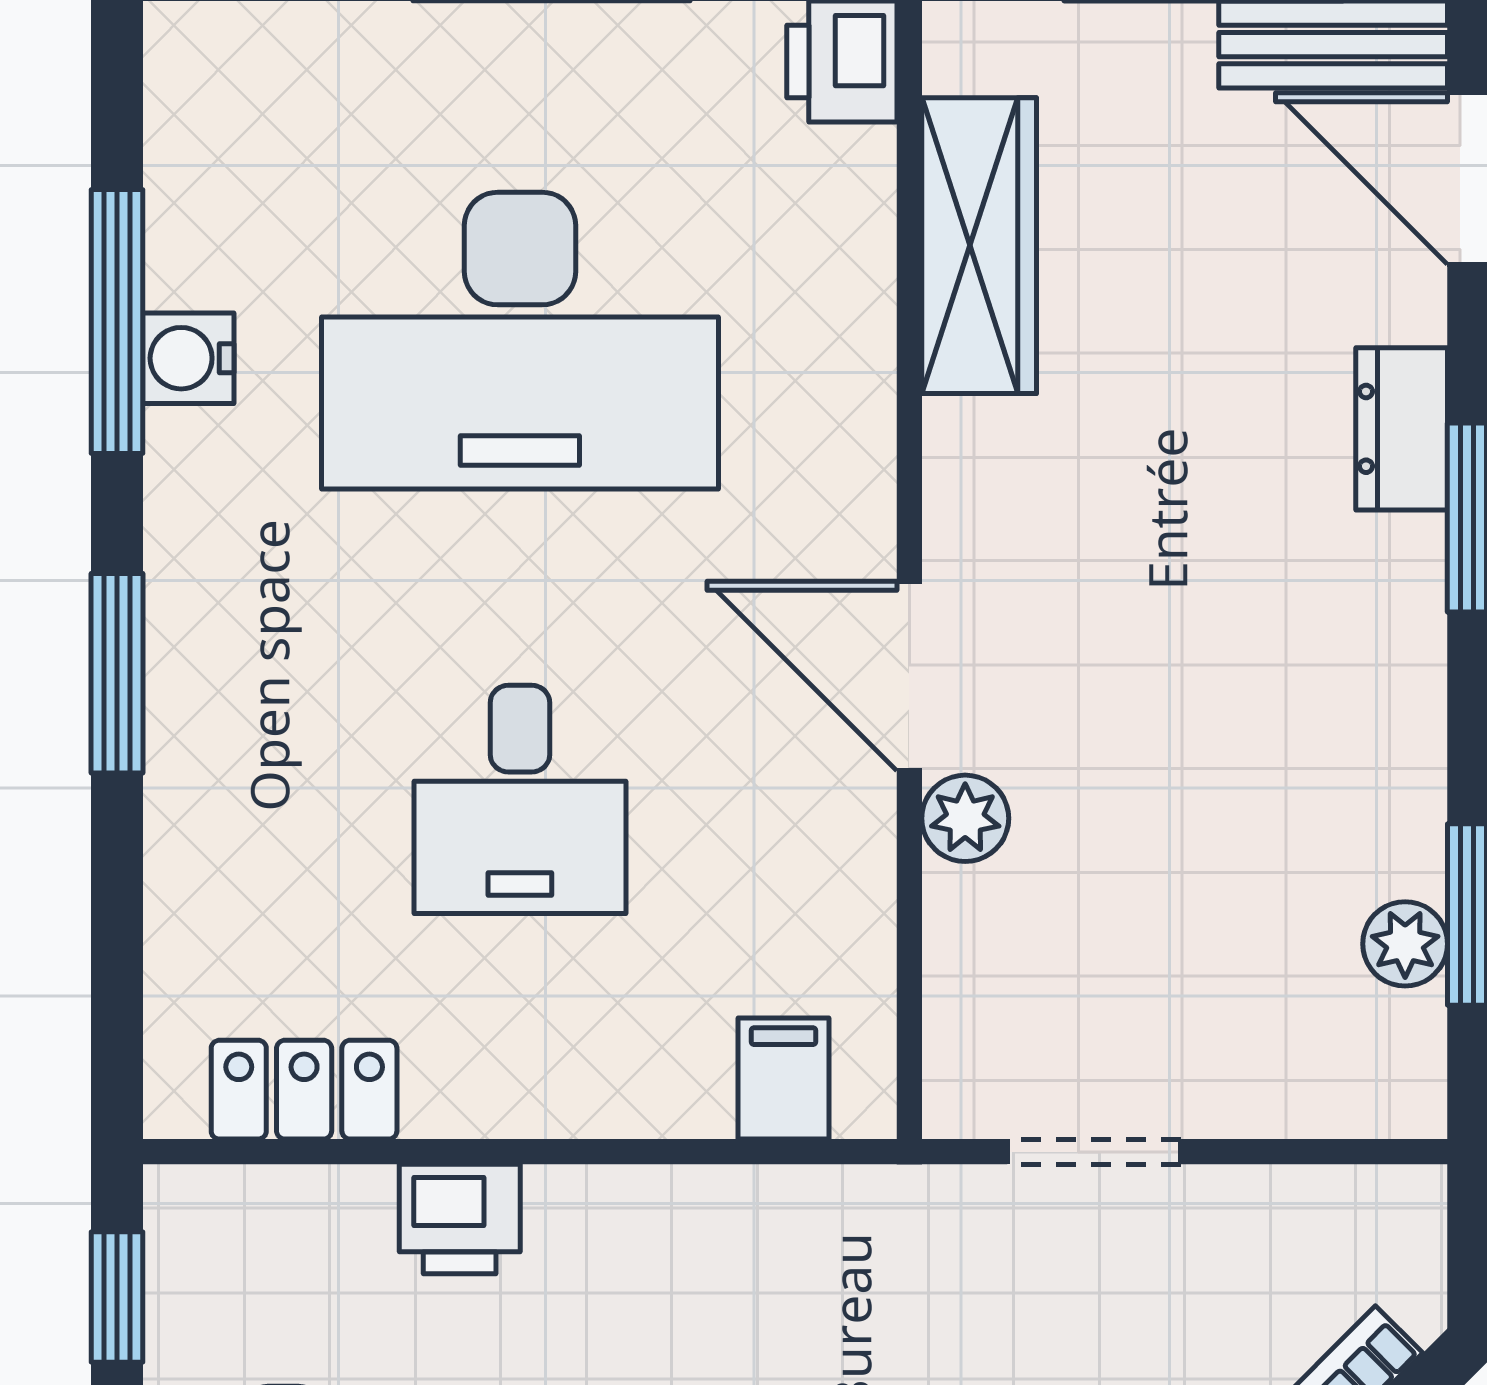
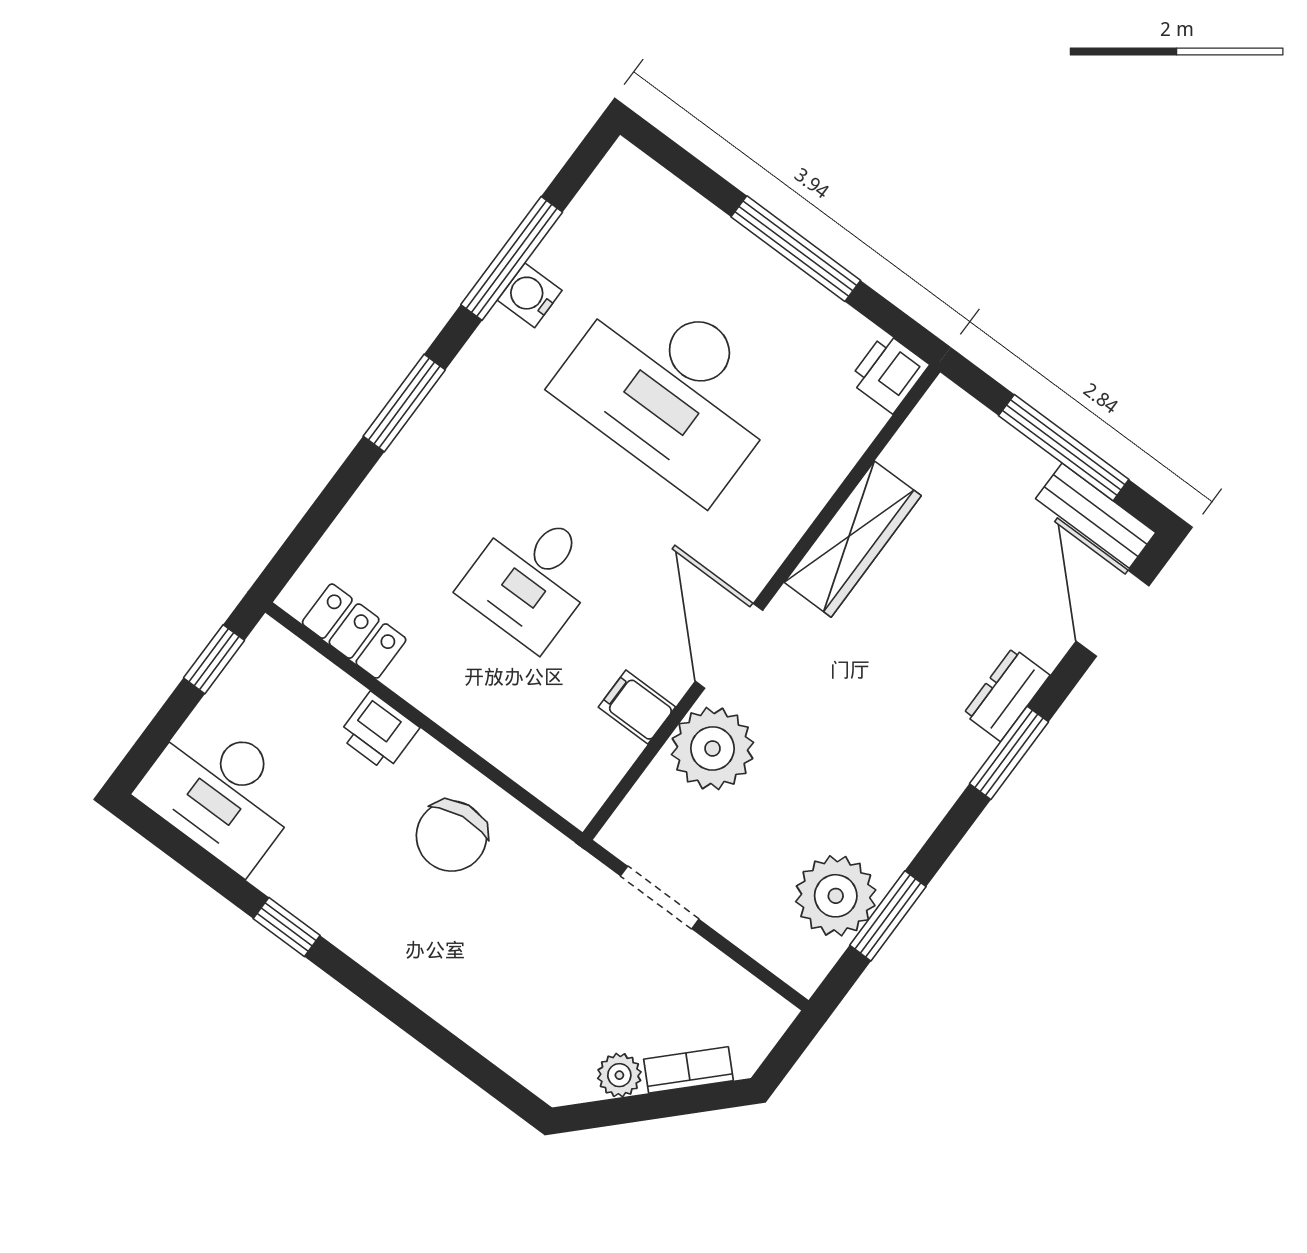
wardrobe: (979, 246) -> (853, 539), moved
plant: (965, 818) -> (712, 748), width x1.88, depth x1.88
plant: (1405, 944) -> (836, 896), width x1.88, depth x1.88
filing cabinet: (783, 1079) -> (637, 707), moved, turned -90
chair: (696, 1298) -> (451, 836), added

